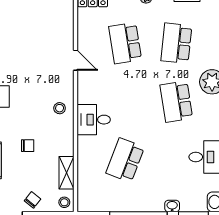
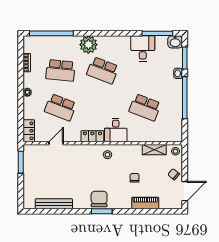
school desk: (125, 43) -> (60, 107), turned 30
door: (76, 60) -> (56, 143), moved
locker: (85, 87) -> (92, 136), added
school desk: (176, 102) -> (103, 70), turned 30

